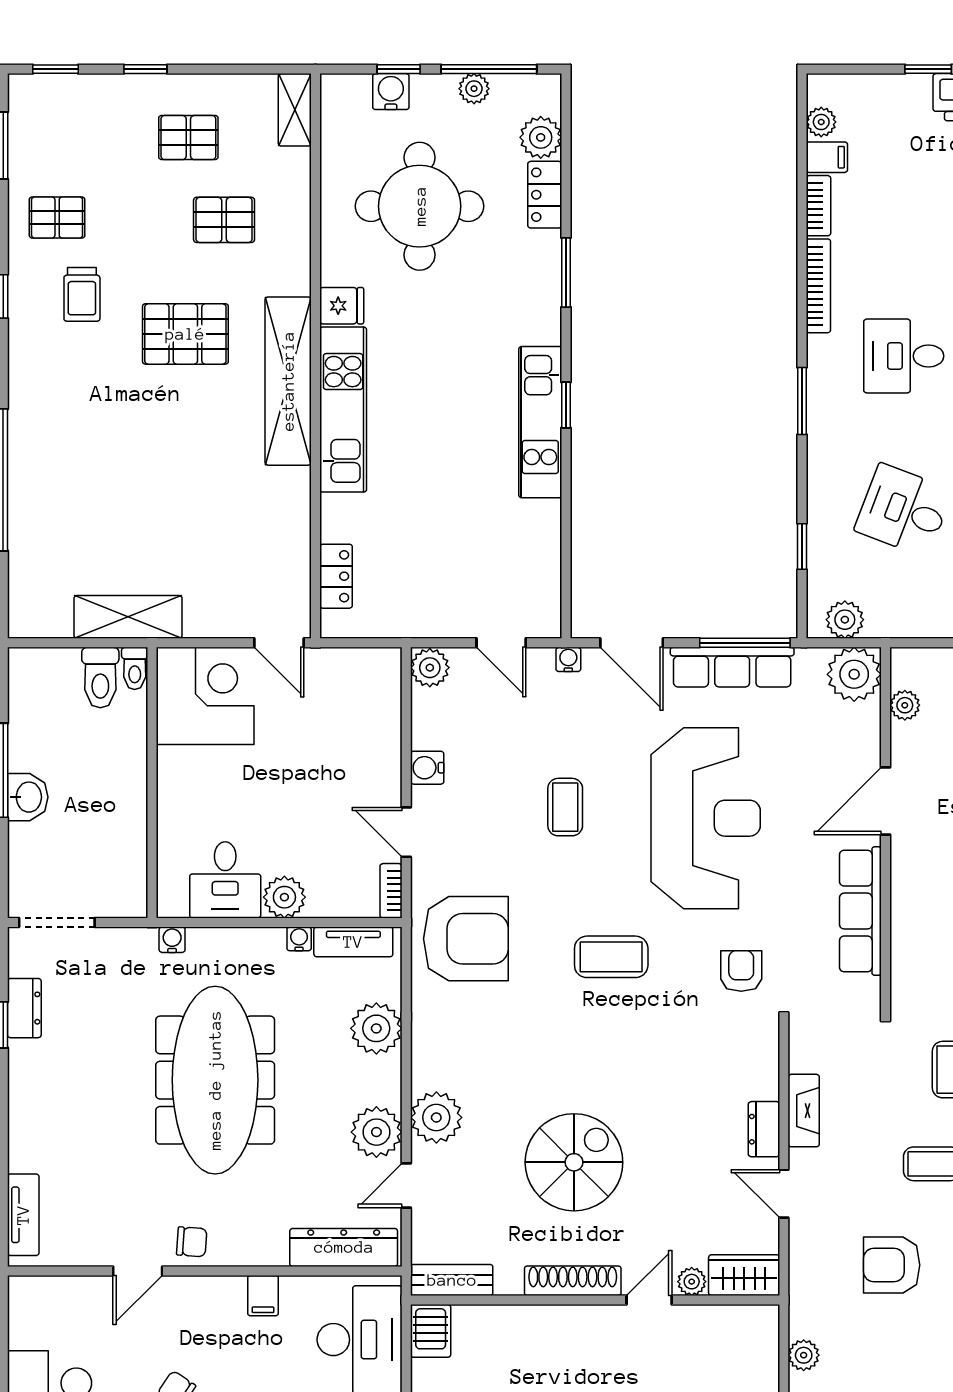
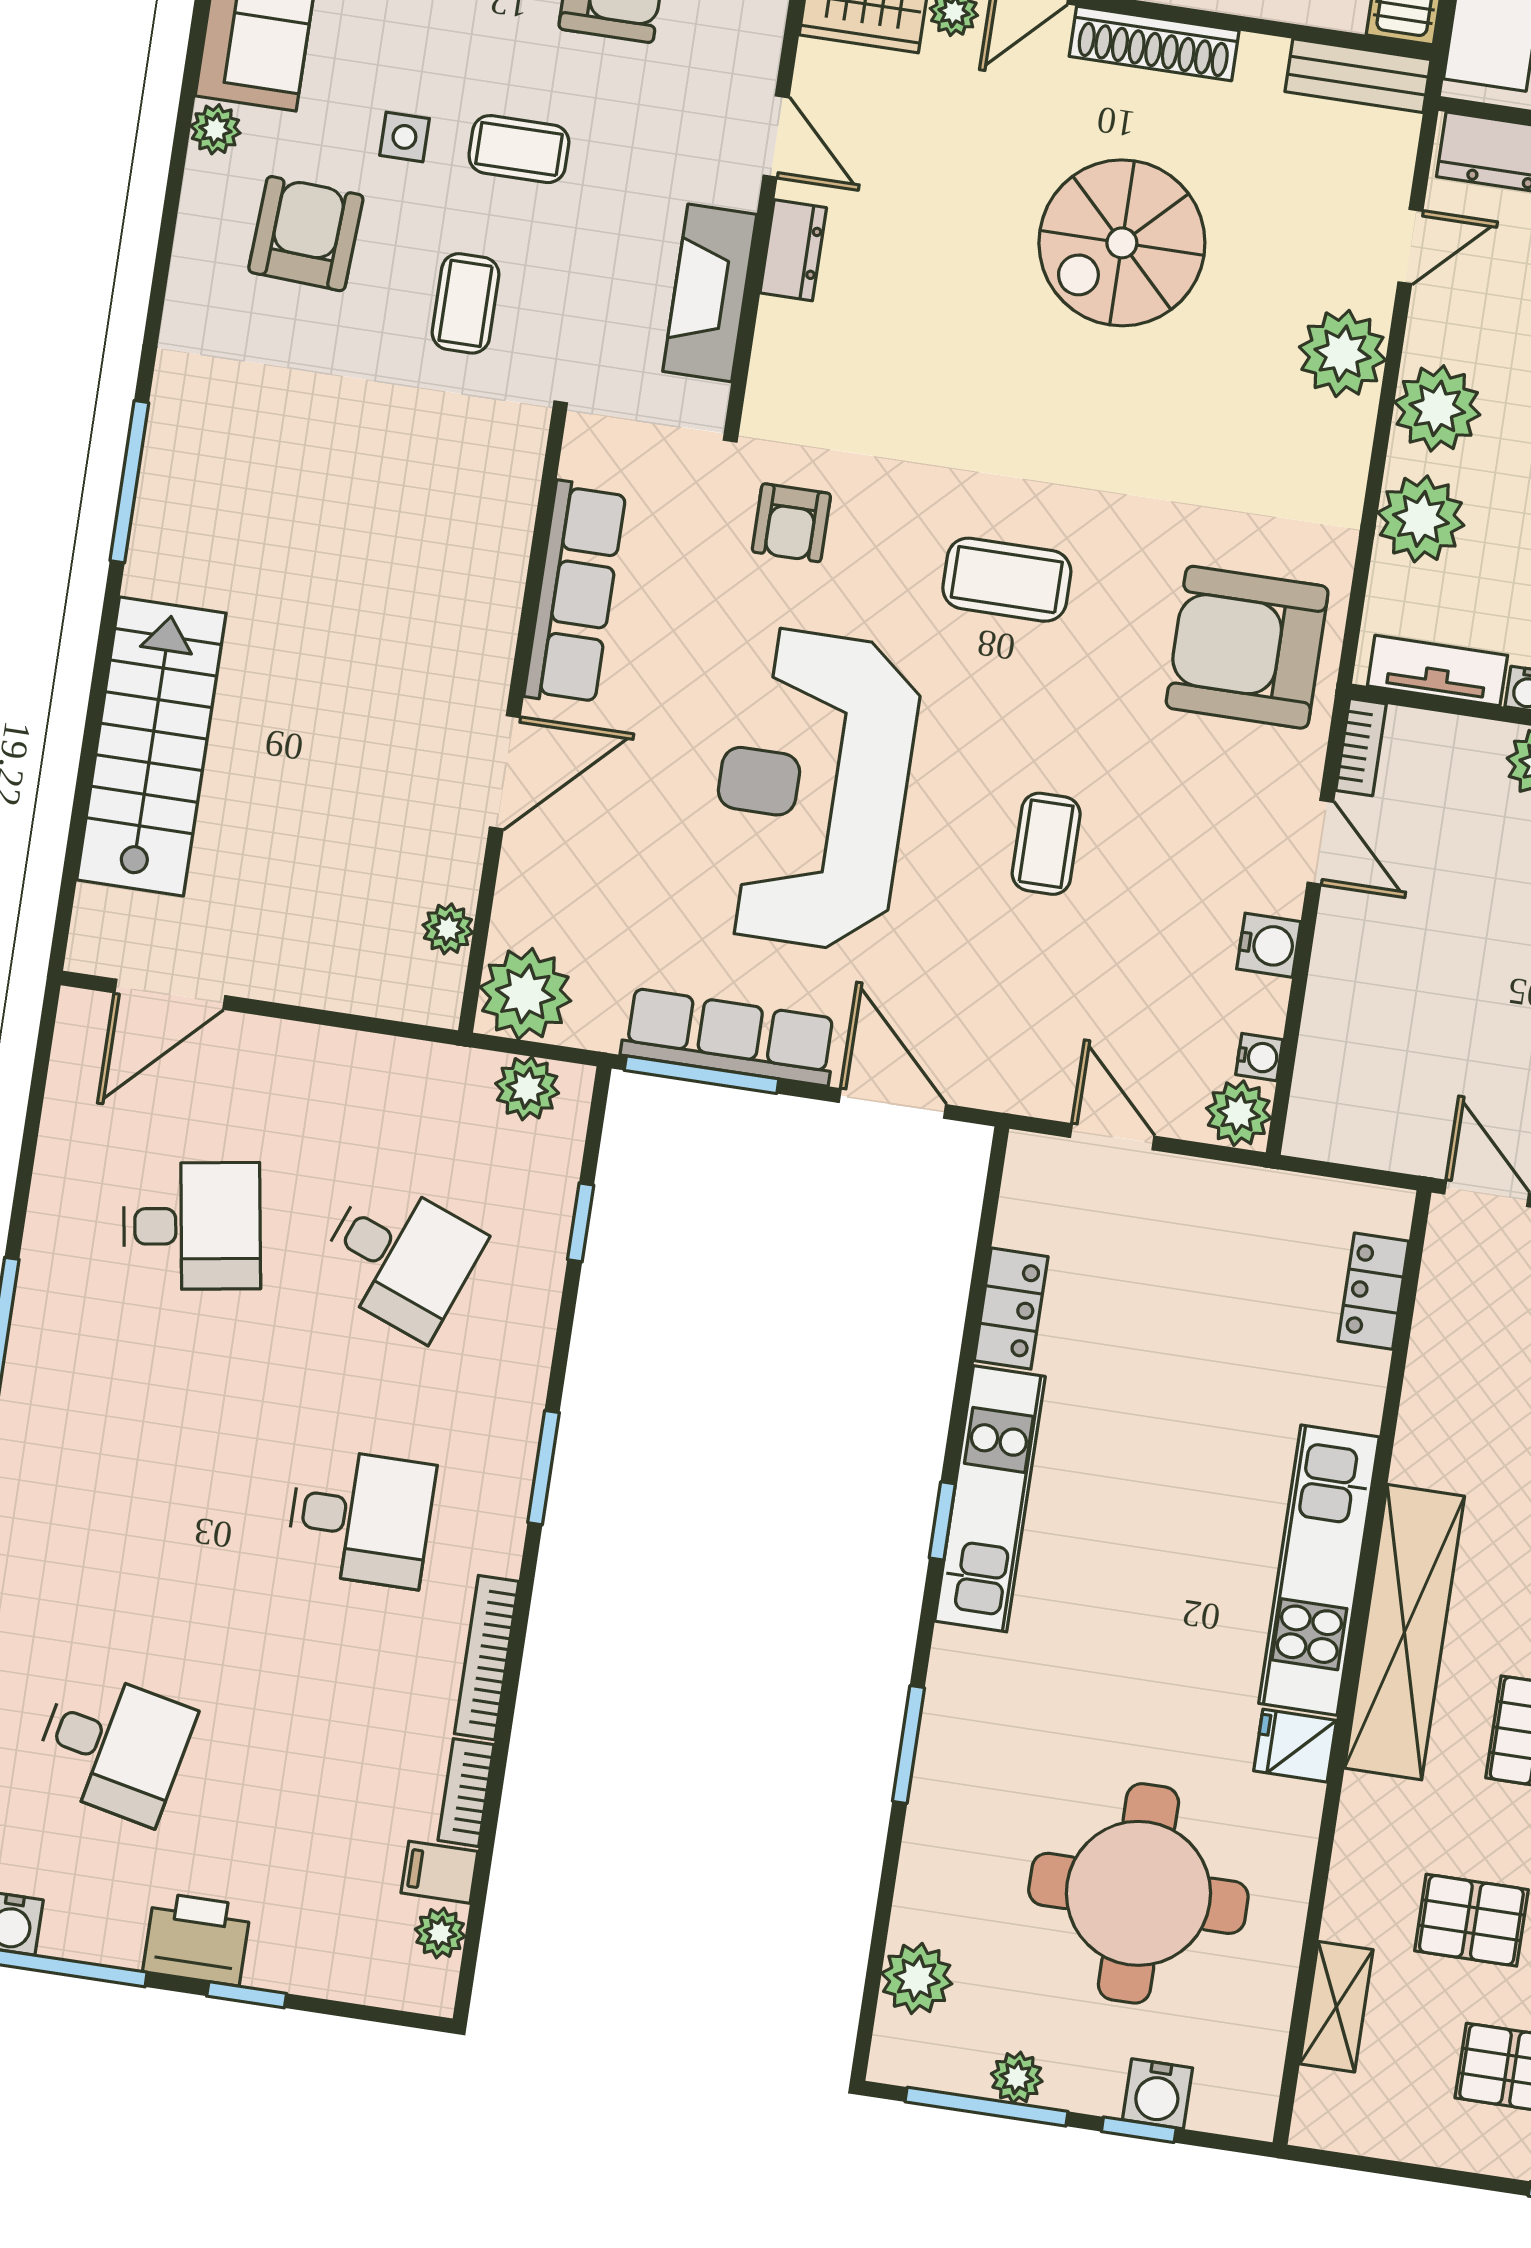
shelving: (295, 110) -> (1336, 2007), moved
locker: (545, 195) -> (1011, 1309), moved
water cooler: (568, 659) -> (1259, 1057), moved, turned -90
fireplace: (804, 1111) -> (710, 293), width x1.37, depth x1.32
plant: (376, 1132) -> (1437, 408), moved

